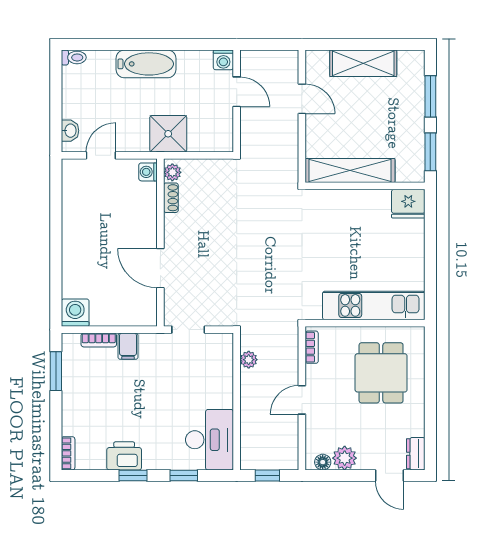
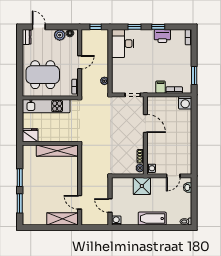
shelving: (363, 63) -> (62, 219), moved
shelving: (350, 170) -> (57, 151), moved
wall: (365, 186) -> (50, 143), moved
fridge: (408, 204) -> (30, 135), moved
dining table: (381, 373) -> (43, 75), width x1.38

